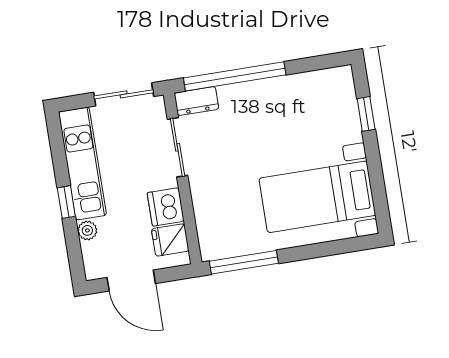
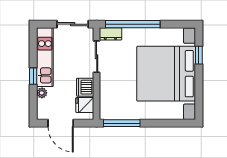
bed with nightstands: (317, 197) -> (166, 74), width x1.85

